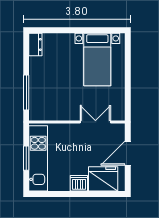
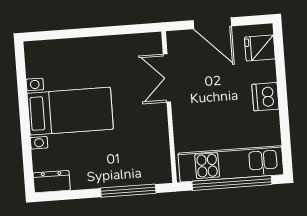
bed with nightstands: (97, 59) -> (70, 111), moved
window: (26, 158) -> (232, 183), width x2.11
fridge: (103, 179) -> (260, 48), width x0.53, depth x0.75

